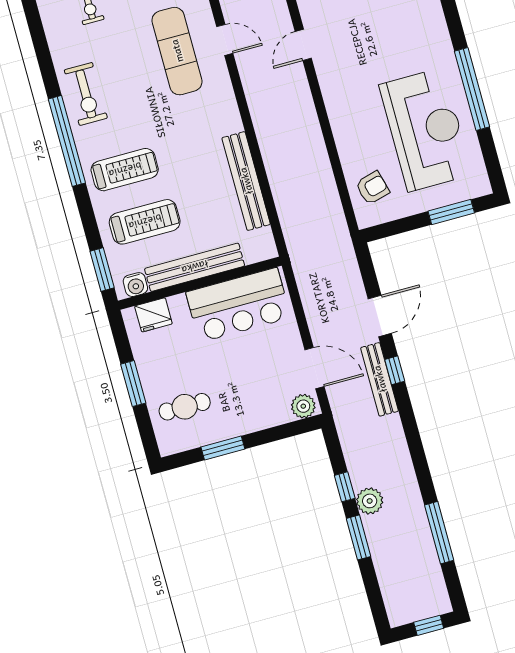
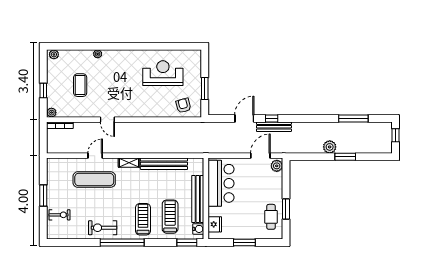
window: (472, 89) -> (150, 46), removed
exercise bike: (86, 94) -> (103, 228), turned 180
shelving: (229, 111) -> (129, 163), added
reception desk: (426, 130) -> (163, 73), width x0.74, depth x0.77
window: (451, 212) -> (205, 89), moved
door: (380, 316) -> (244, 118), hinge flipped
cafe table: (185, 407) -> (271, 217), moved
window: (345, 487) -> (320, 157), removed

